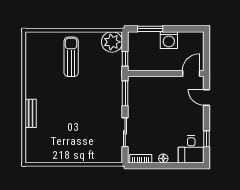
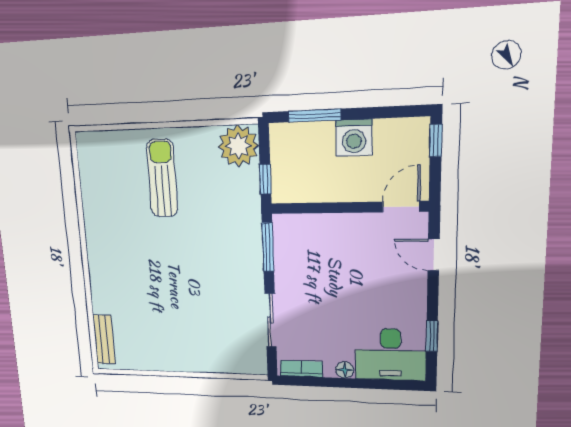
window: (207, 43) -> (436, 141), added
bench: (31, 113) -> (104, 340), moved
desk: (191, 149) -> (390, 354), width x1.37

